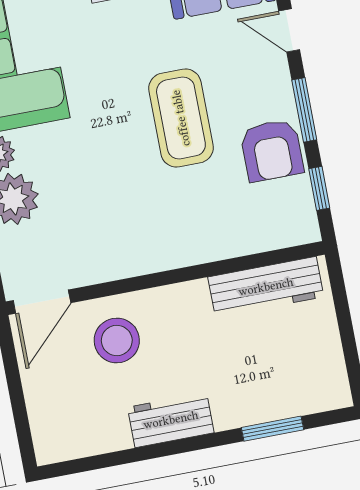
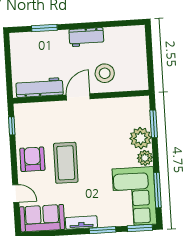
window: (304, 110) -> (14, 159), removed
armchair: (272, 150) -> (32, 159), moved
door: (42, 302) -> (78, 97), moved

